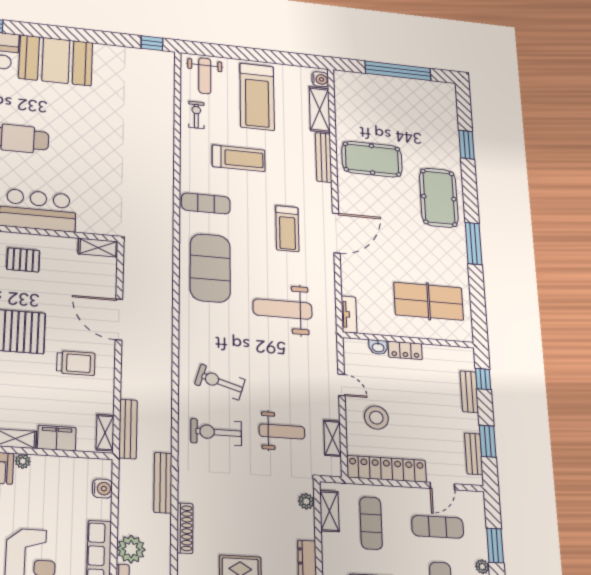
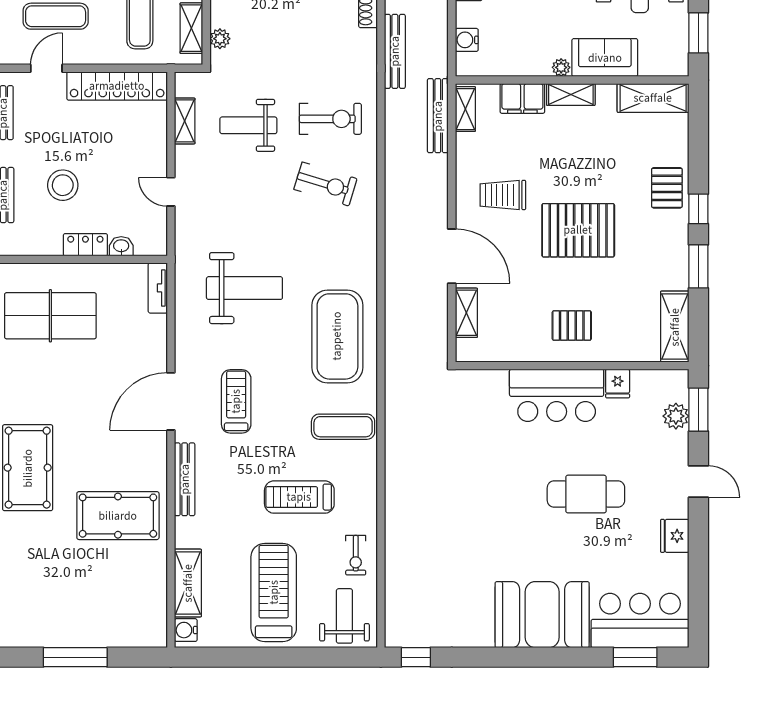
window: (398, 71) -> (75, 657), width x0.68
bench: (324, 157) -> (185, 479), moved
shelving: (98, 248) -> (466, 313), moved, turned 90
stool: (376, 418) -> (63, 185), moved

